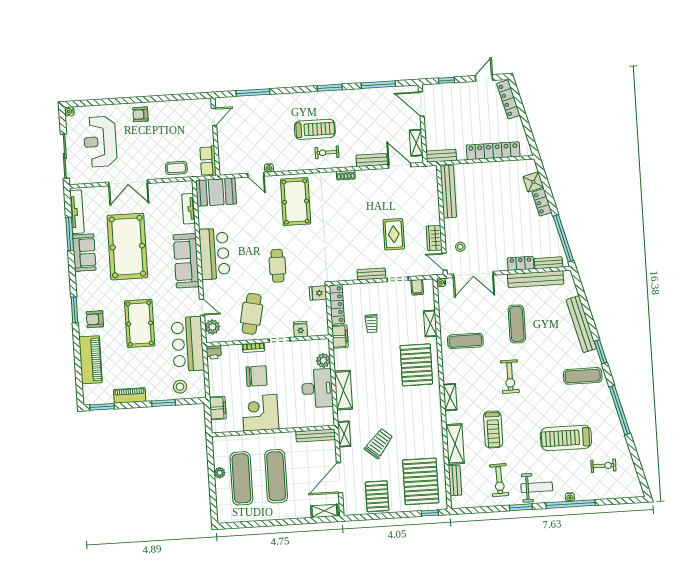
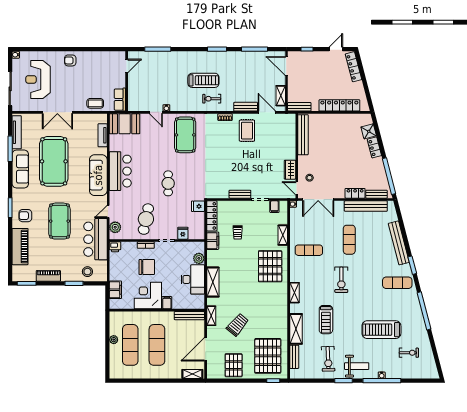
rug: (394, 234) -> (247, 131), moved
sofa: (84, 253) -> (20, 169), width x1.36
door: (202, 307) -> (108, 212), swing flipped
filing cabinet: (285, 421) -> (167, 303), added

